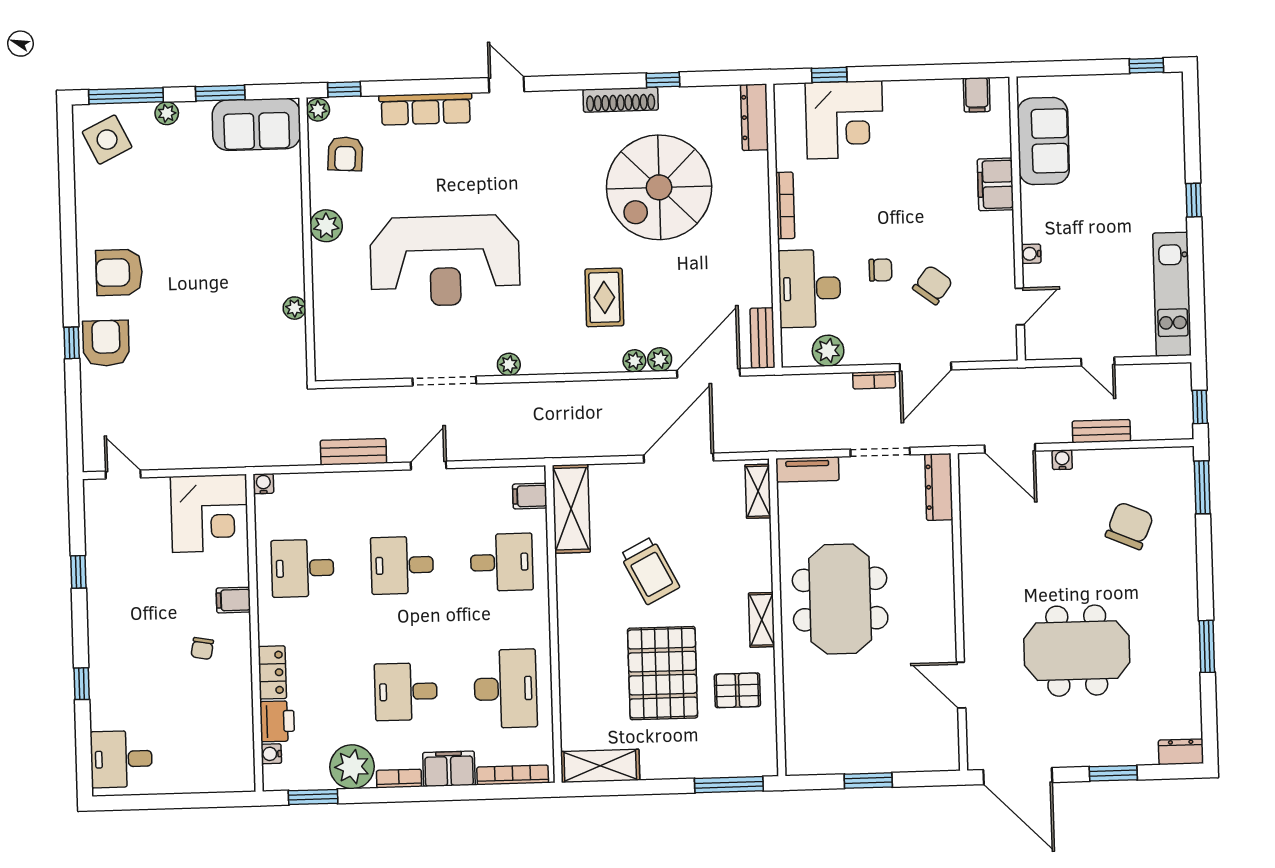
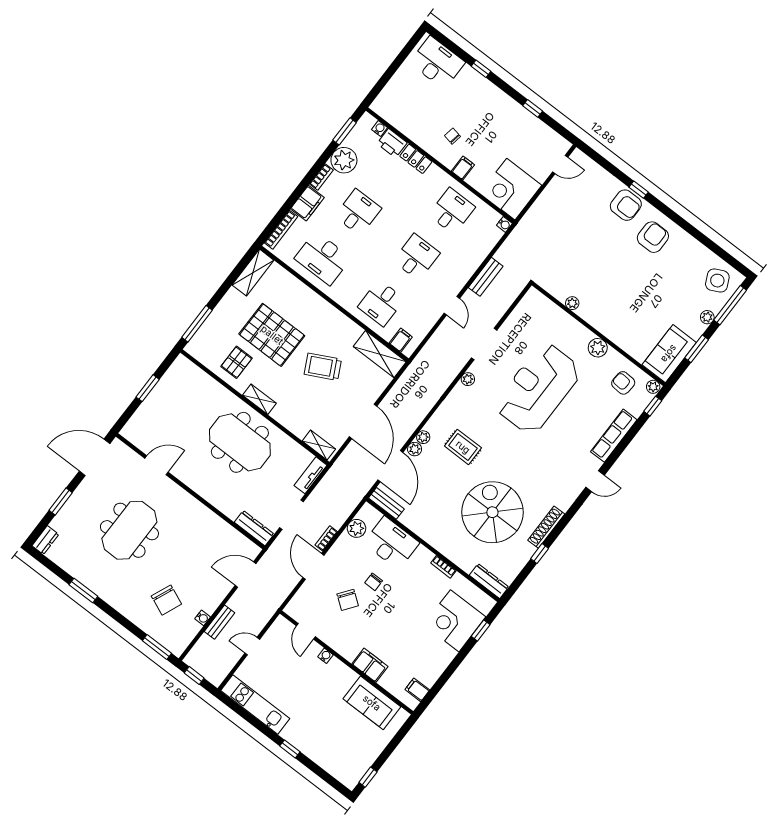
bookcase: (785, 205) -> (443, 567), width x0.64
water cooler: (1062, 460) -> (203, 618), moved
desk: (121, 759) -> (437, 63), width x1.37

